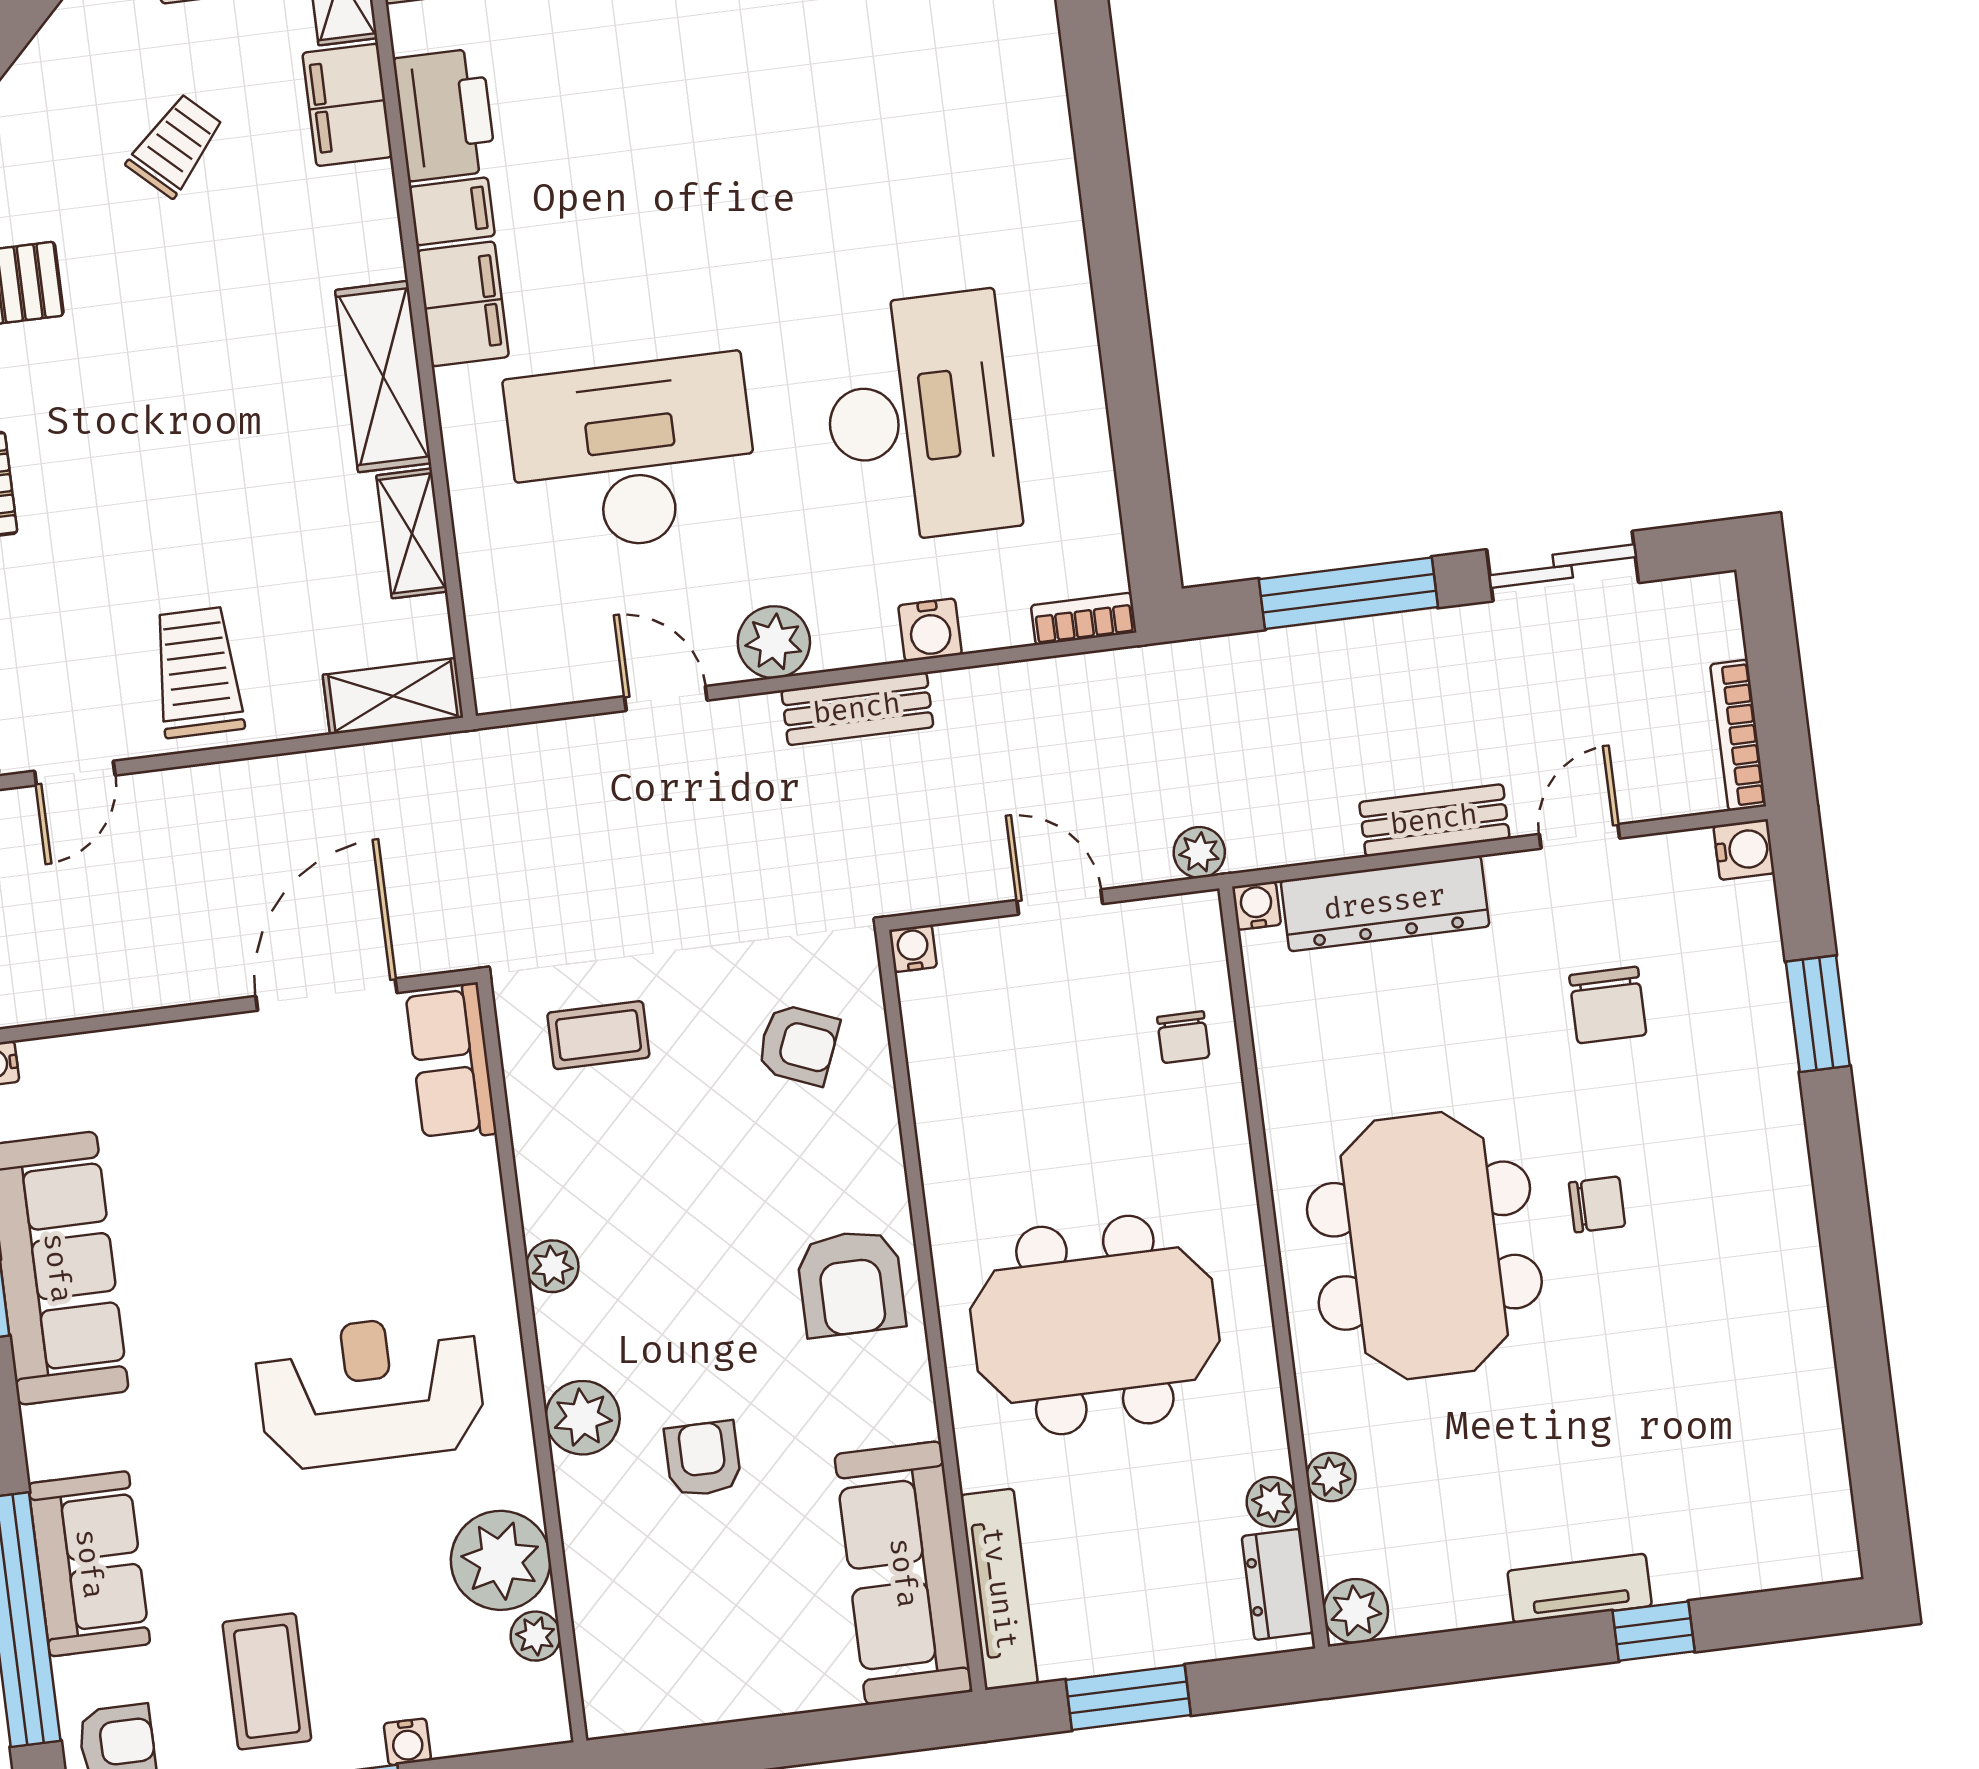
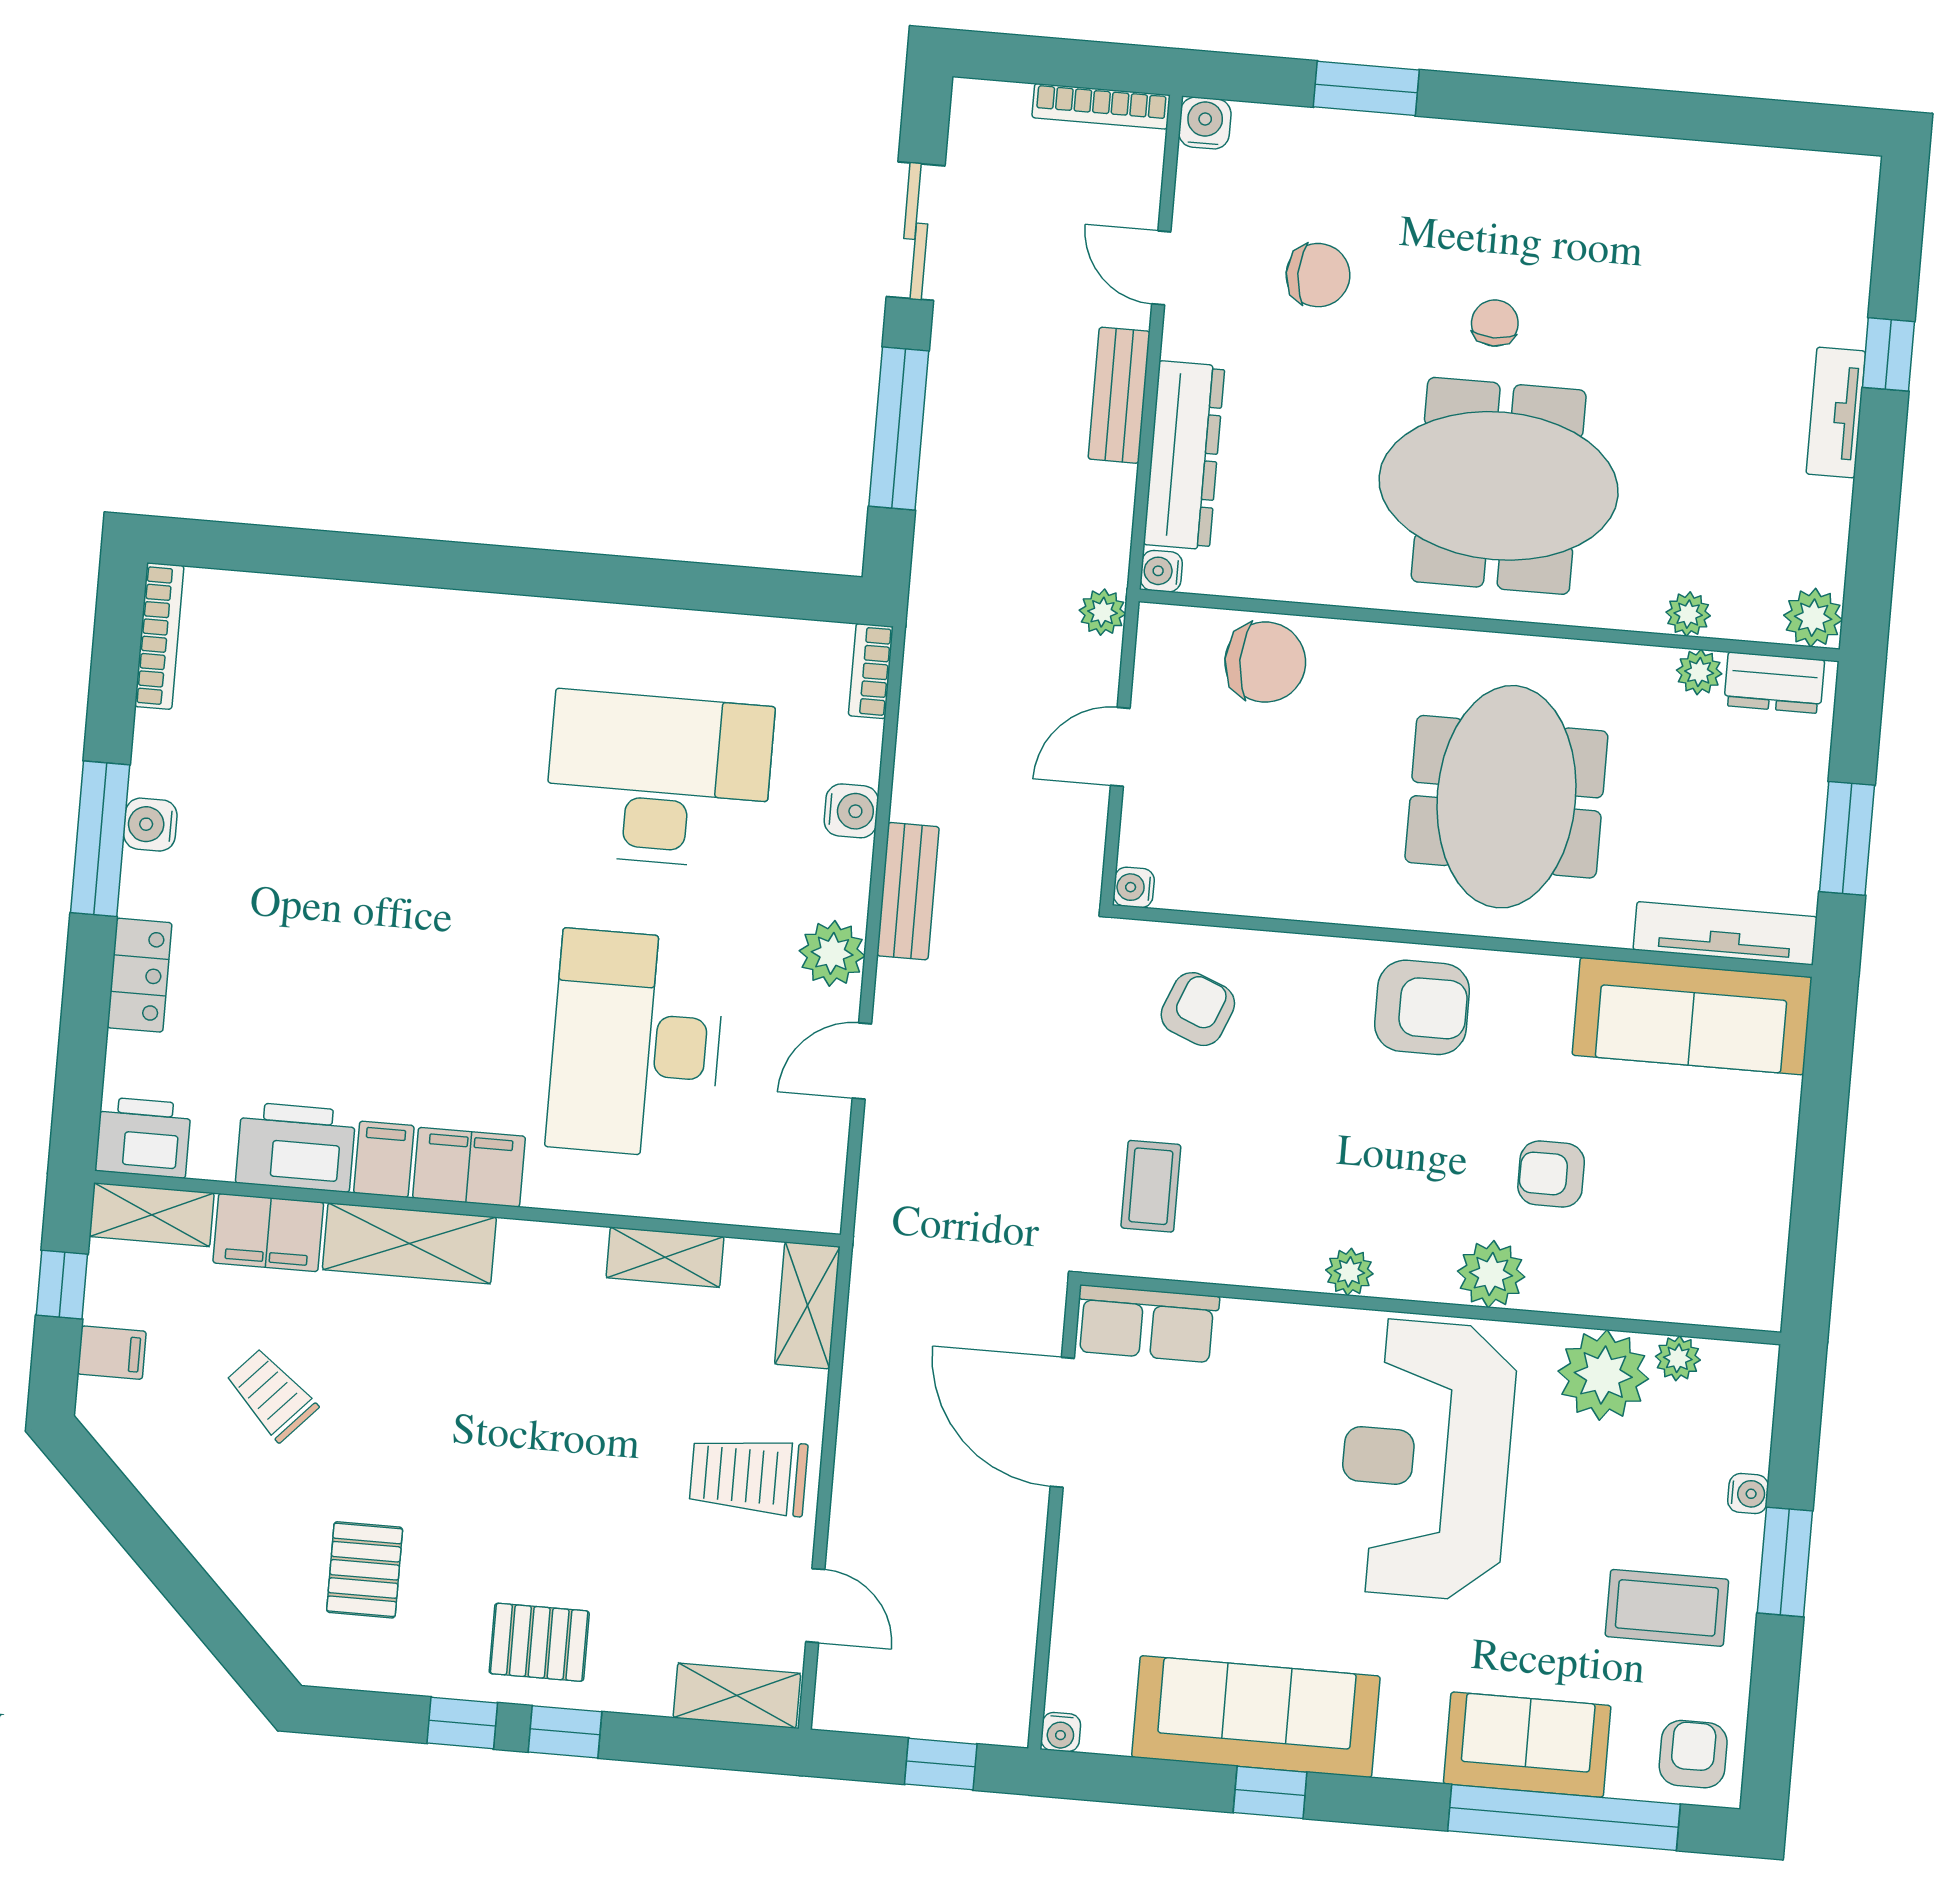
shelving: (383, 377) -> (409, 1243), moved
chair: (1183, 1037) -> (1265, 662), width x1.87, depth x1.87
reception desk: (370, 1391) -> (1426, 1460), width x1.36, depth x1.30

